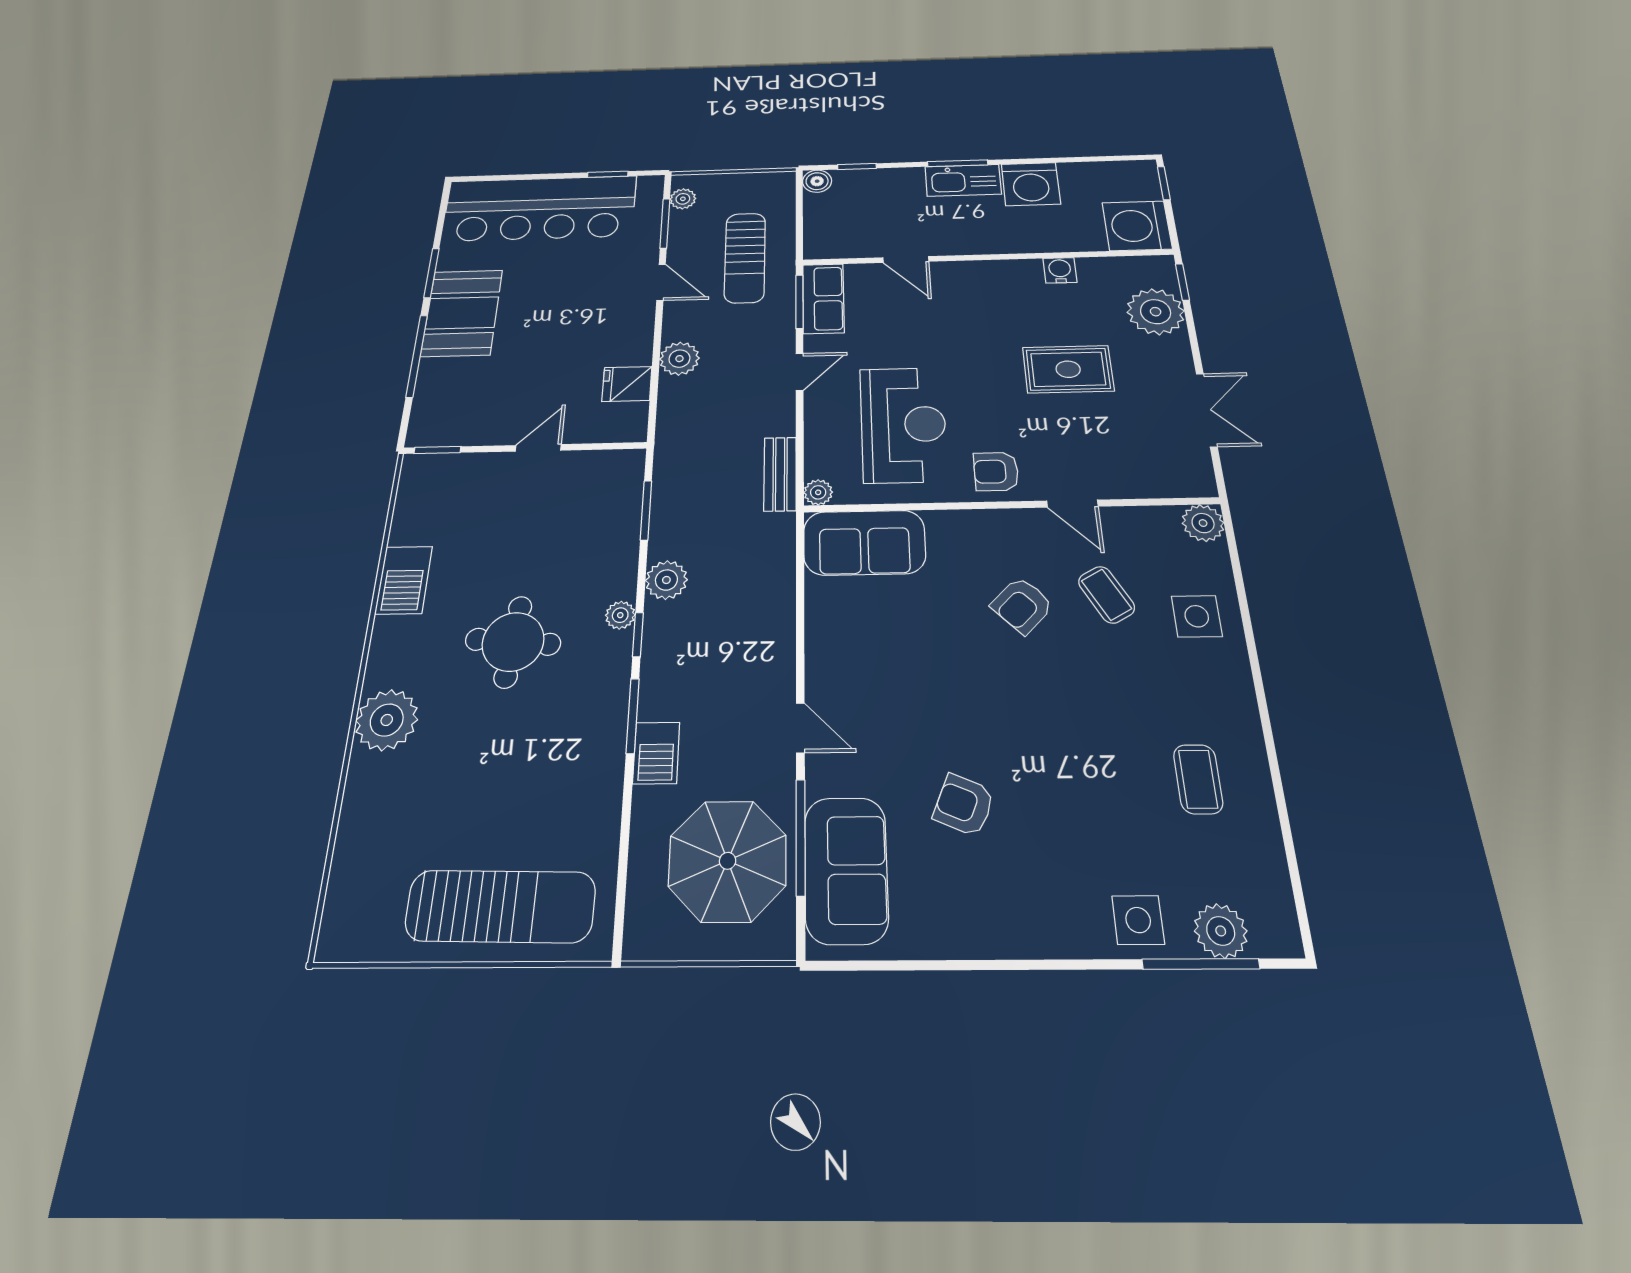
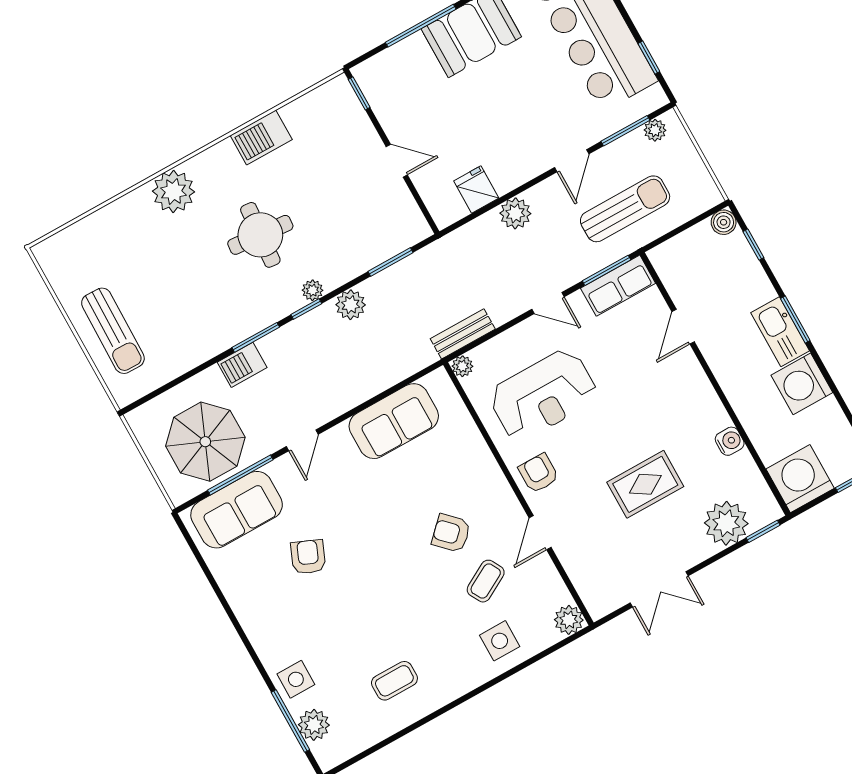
sun lounger: (745, 257) -> (625, 209), turned 180
rug: (1068, 369) -> (645, 484), turned 90
sofa: (864, 543) -> (394, 421), moved, turned -90
sun lounger: (501, 906) -> (113, 331), width x0.73, depth x0.75

